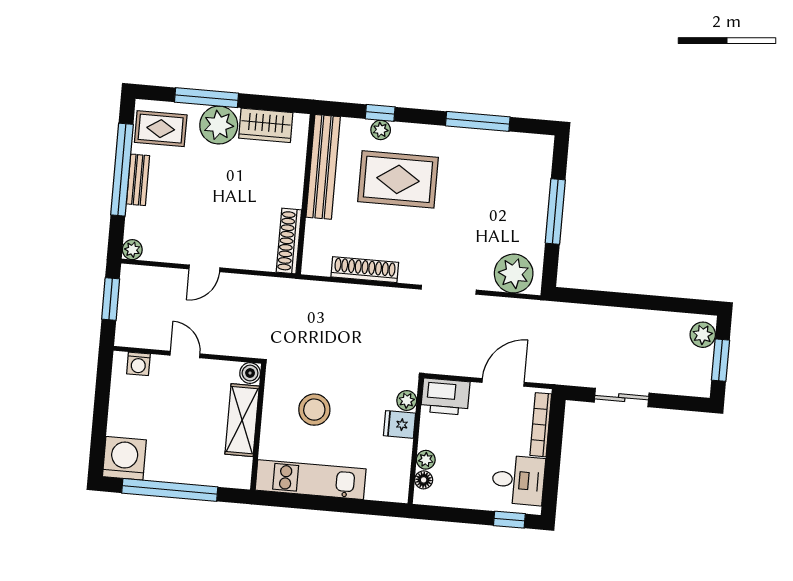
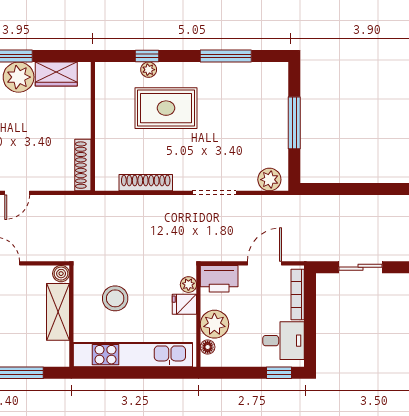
bench: (323, 167) -> (105, 103), removed
plant: (514, 274) -> (269, 180), width x0.73, depth x0.73
plant: (426, 460) -> (214, 324), width x1.88, depth x1.88
kitchen unit: (311, 480) -> (133, 355), width x1.36

